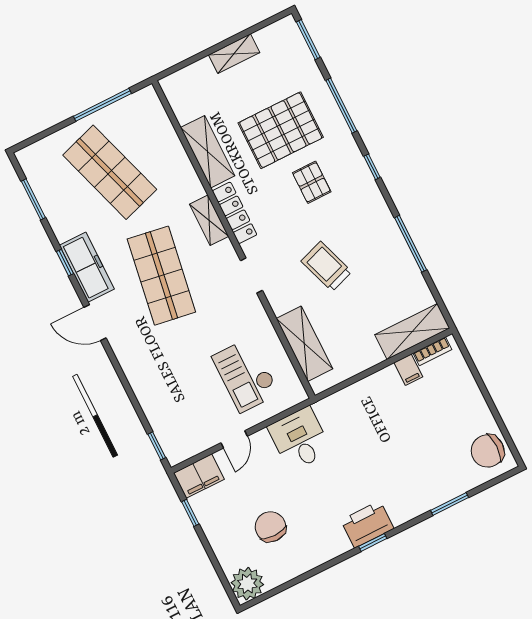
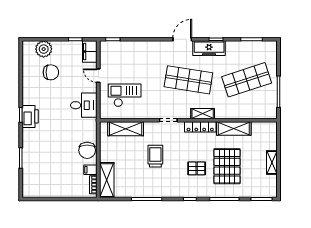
trolley: (326, 266) -> (155, 156), turned -71
chair: (488, 451) -> (87, 150), moved, turned 180
plant: (247, 584) -> (44, 49), moved

